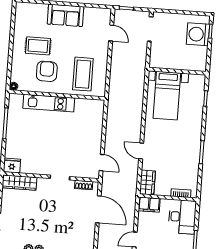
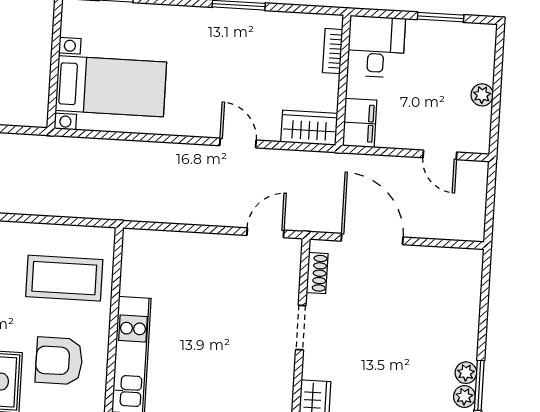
door: (141, 151) -> (238, 143), swing flipped
door: (98, 209) -> (372, 239), hinge flipped
desk: (182, 217) -> (376, 47), width x0.73

